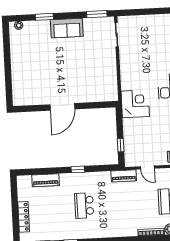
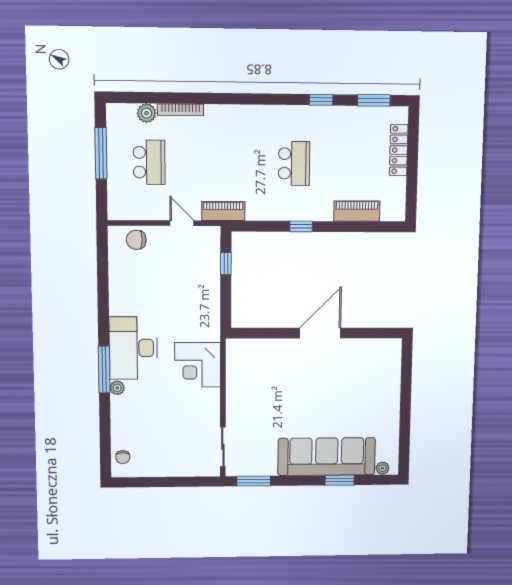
sofa: (67, 28) -> (327, 457), width x1.85, depth x1.27
corner desk: (135, 104) -> (198, 365), moved

